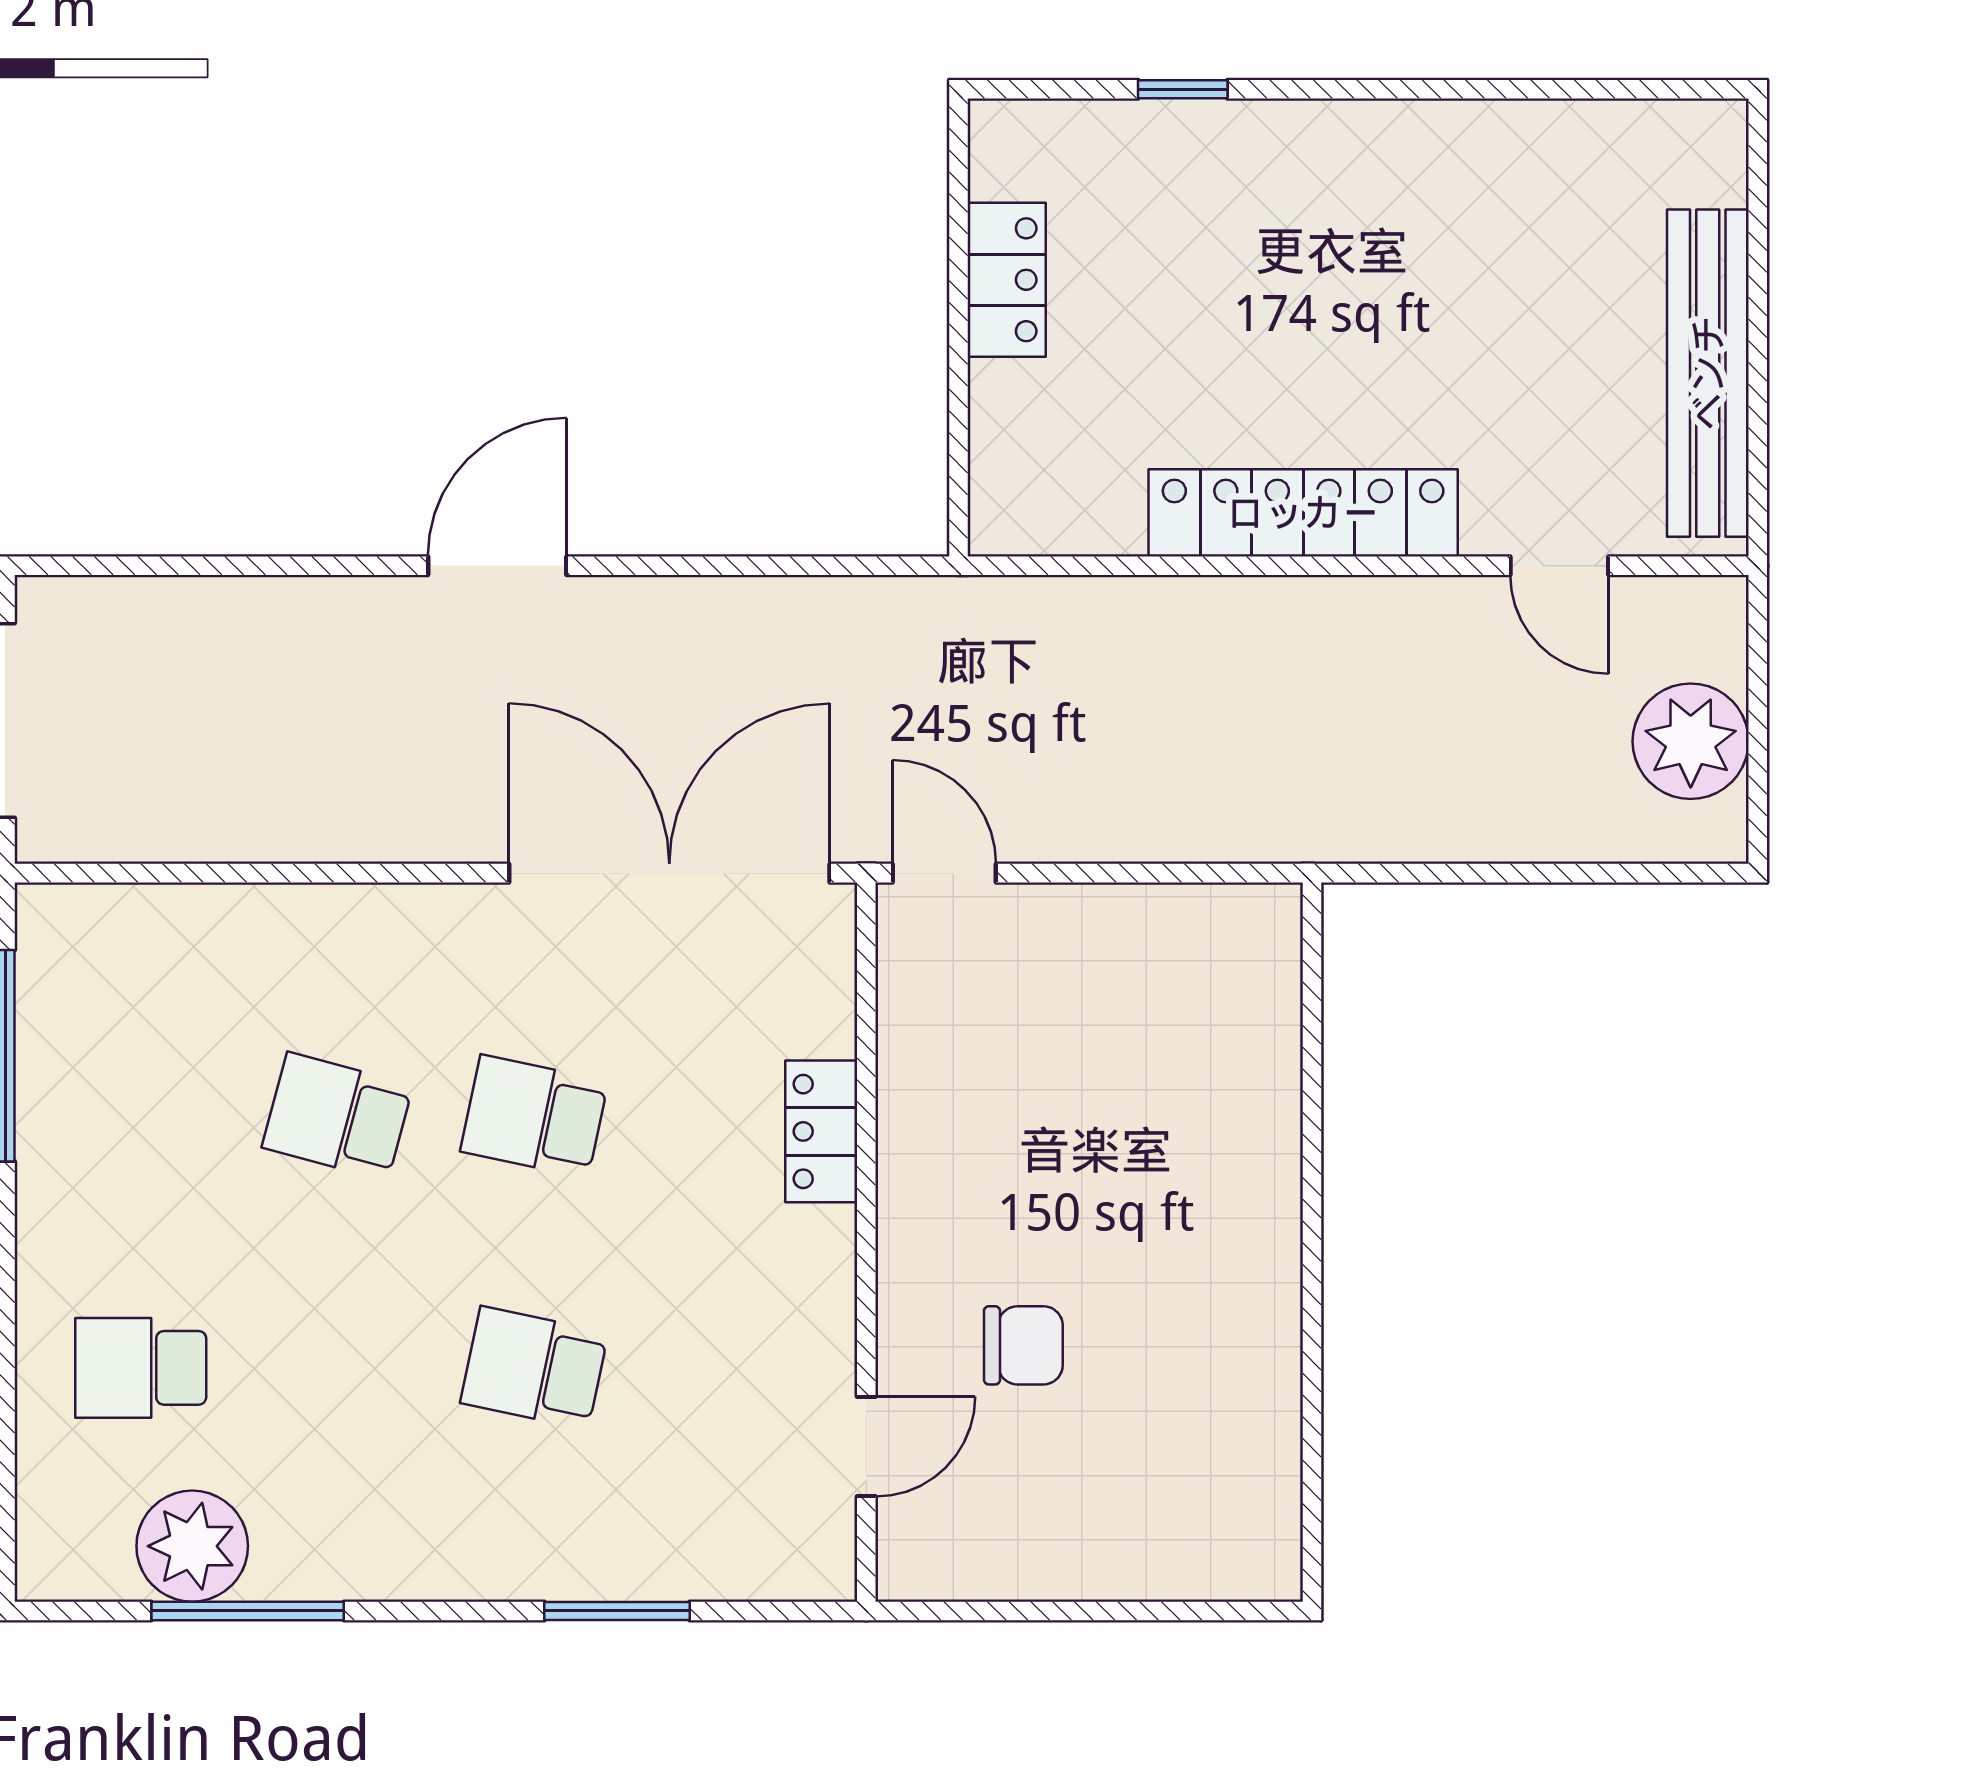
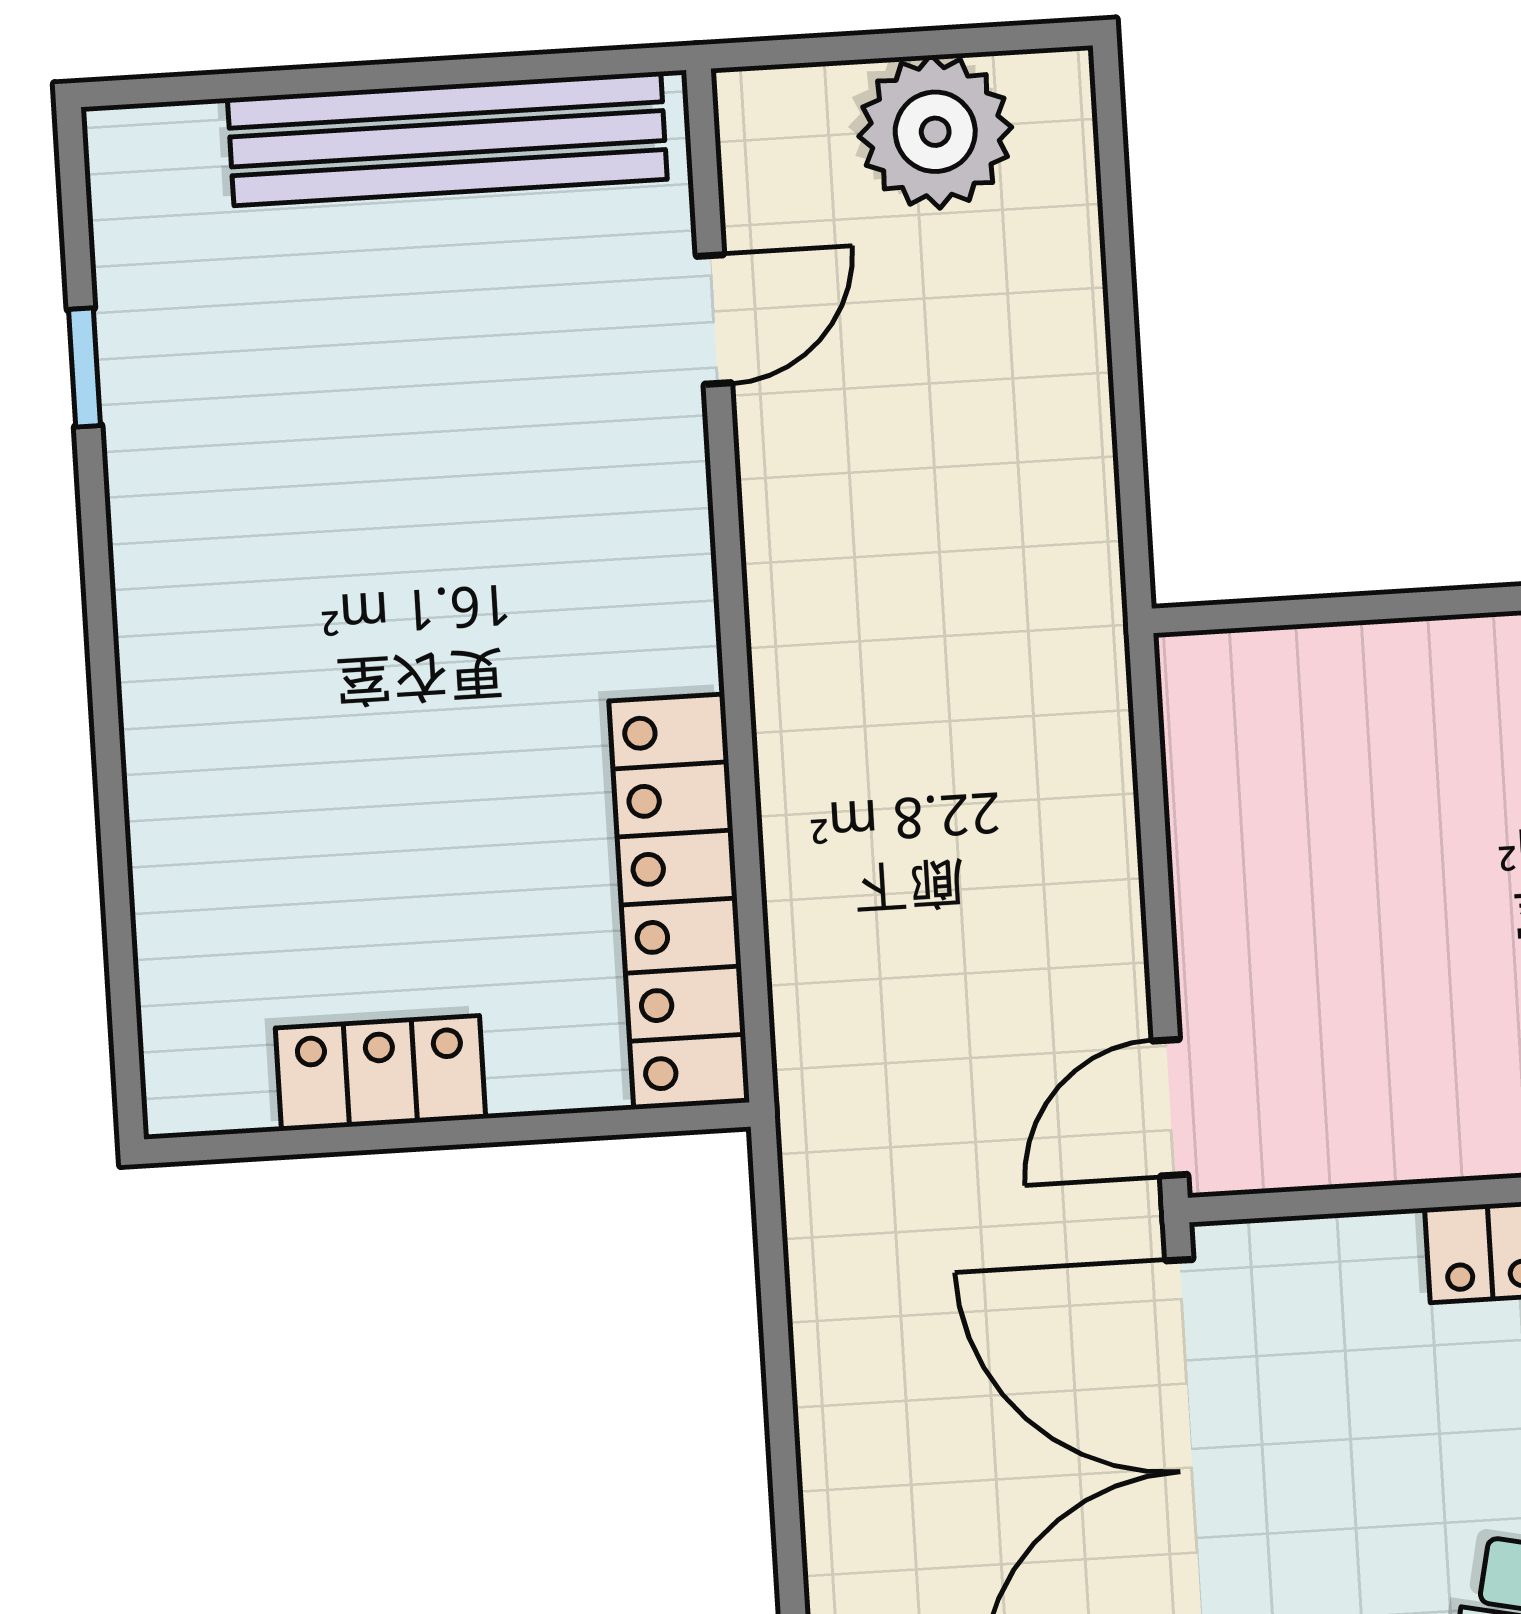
window: (1183, 89) -> (85, 367), moved
locker: (1303, 513) -> (679, 902), moved

